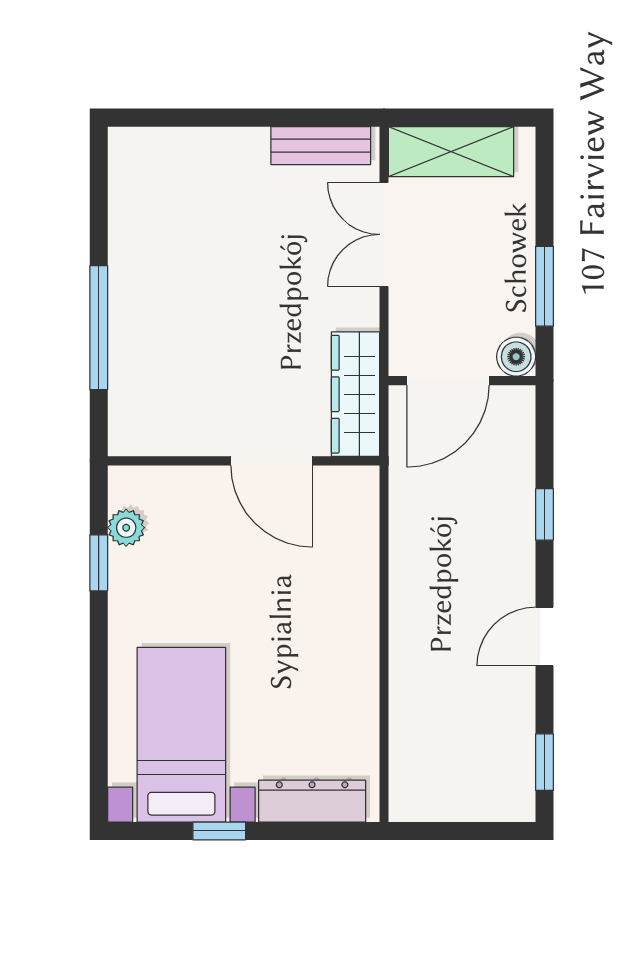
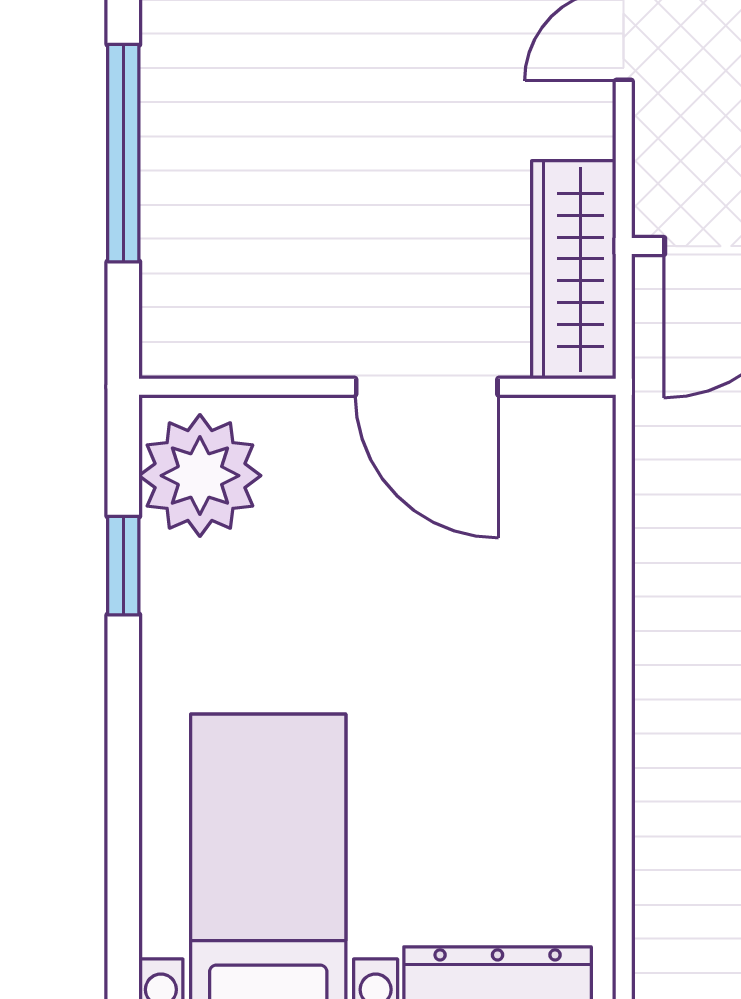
plant: (126, 528) -> (200, 476), width x1.88, depth x1.88

